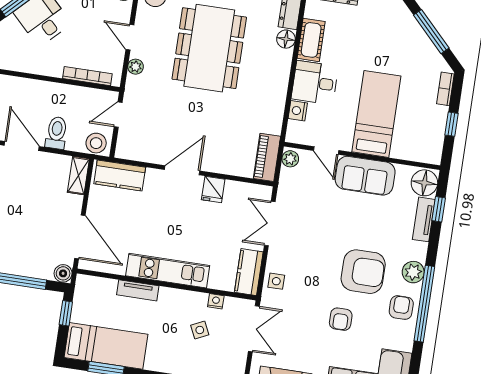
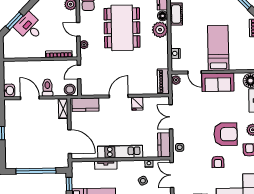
plant: (277, 63) -> (160, 30), added
desk: (315, 83) -> (182, 37), removed
boiler: (63, 273) -> (64, 163), removed
double door: (254, 329) -> (172, 175), swing flipped

